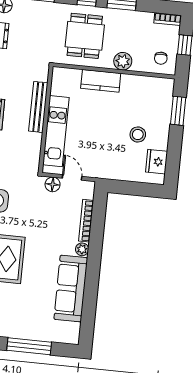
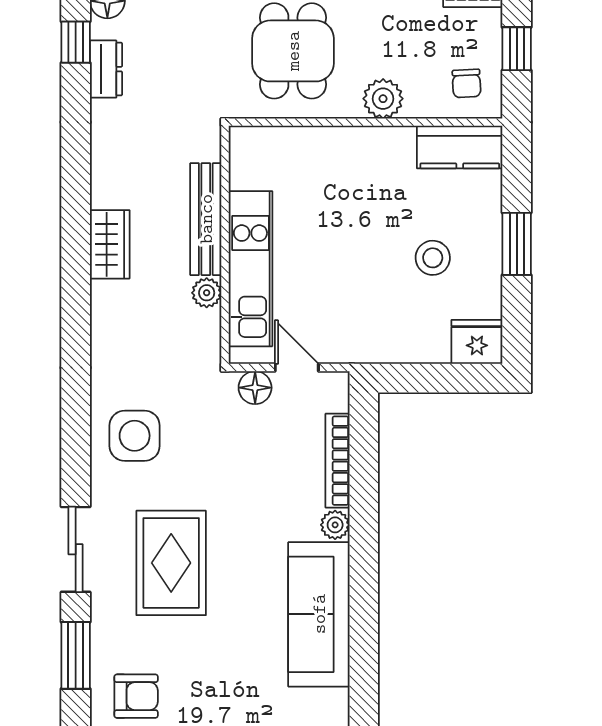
kitchen counter: (101, 81) -> (460, 147), moved
window: (178, 111) -> (517, 244), moved
plant: (35, 140) -> (207, 293), added
fridge: (157, 162) -> (477, 342), moved, turned 90

